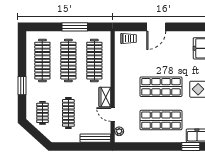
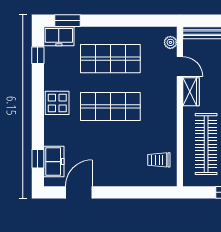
door: (156, 27) -> (79, 192), moved
trolley: (129, 39) -> (159, 160), moved

